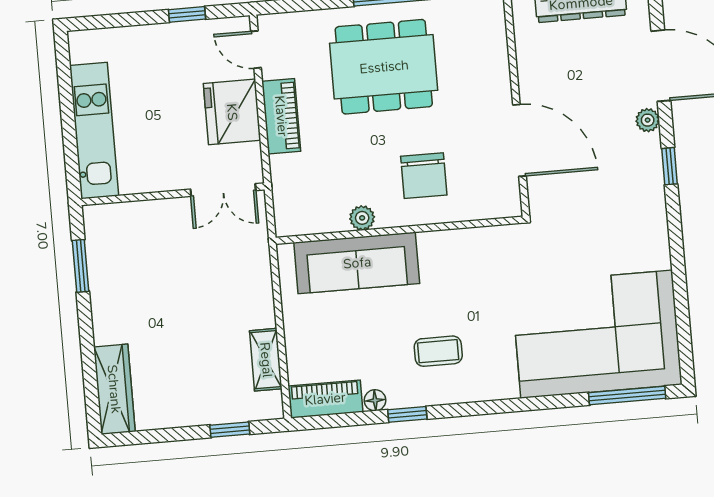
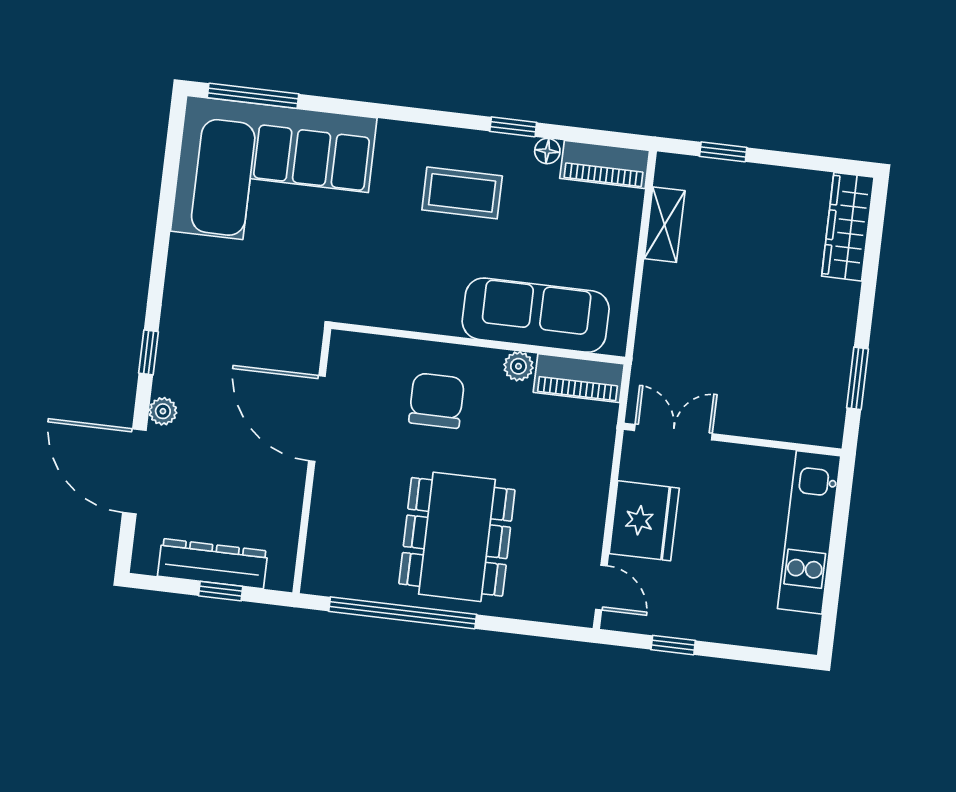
dining table: (384, 67) -> (457, 537), turned 90
piano: (281, 116) -> (579, 378), moved, turned -90
coffee table: (438, 351) -> (462, 193), width x1.36, depth x1.30

